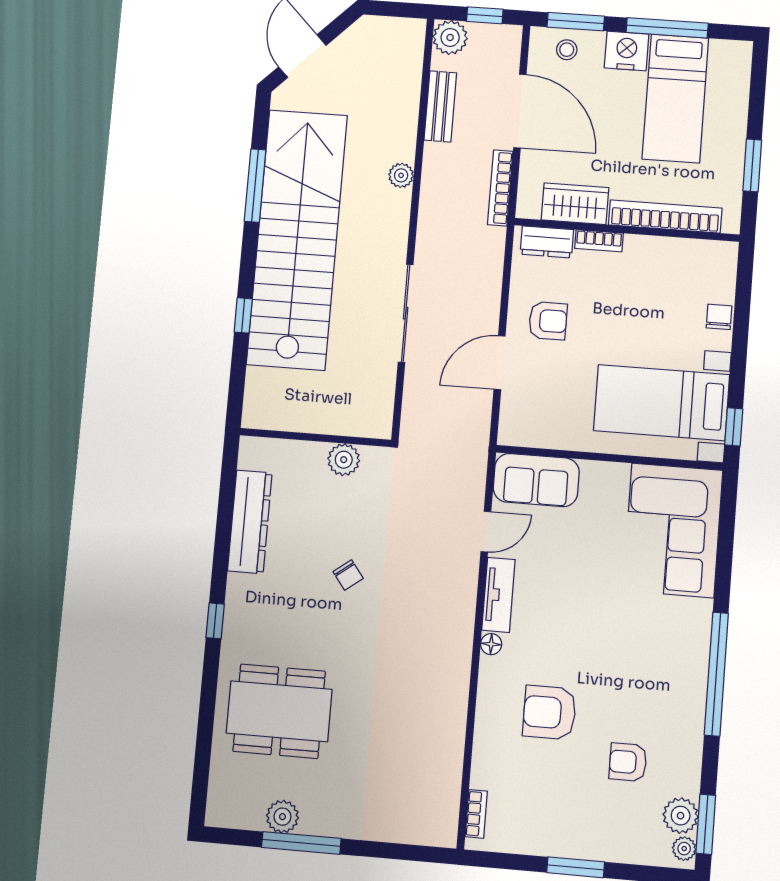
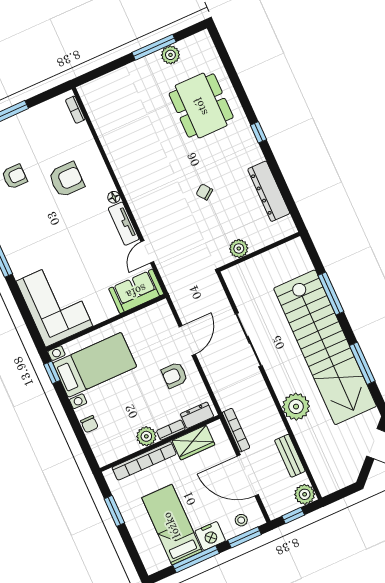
plant: (401, 175) -> (296, 407), width x1.88, depth x1.88
plant: (642, 252) -> (146, 436), added
window: (243, 315) -> (331, 294), width x2.17
dining table: (279, 711) -> (201, 106), turned 90

